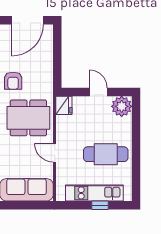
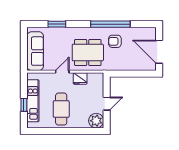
fridge: (64, 105) -> (80, 78), moved
dining table: (28, 118) -> (88, 53), turned 90

